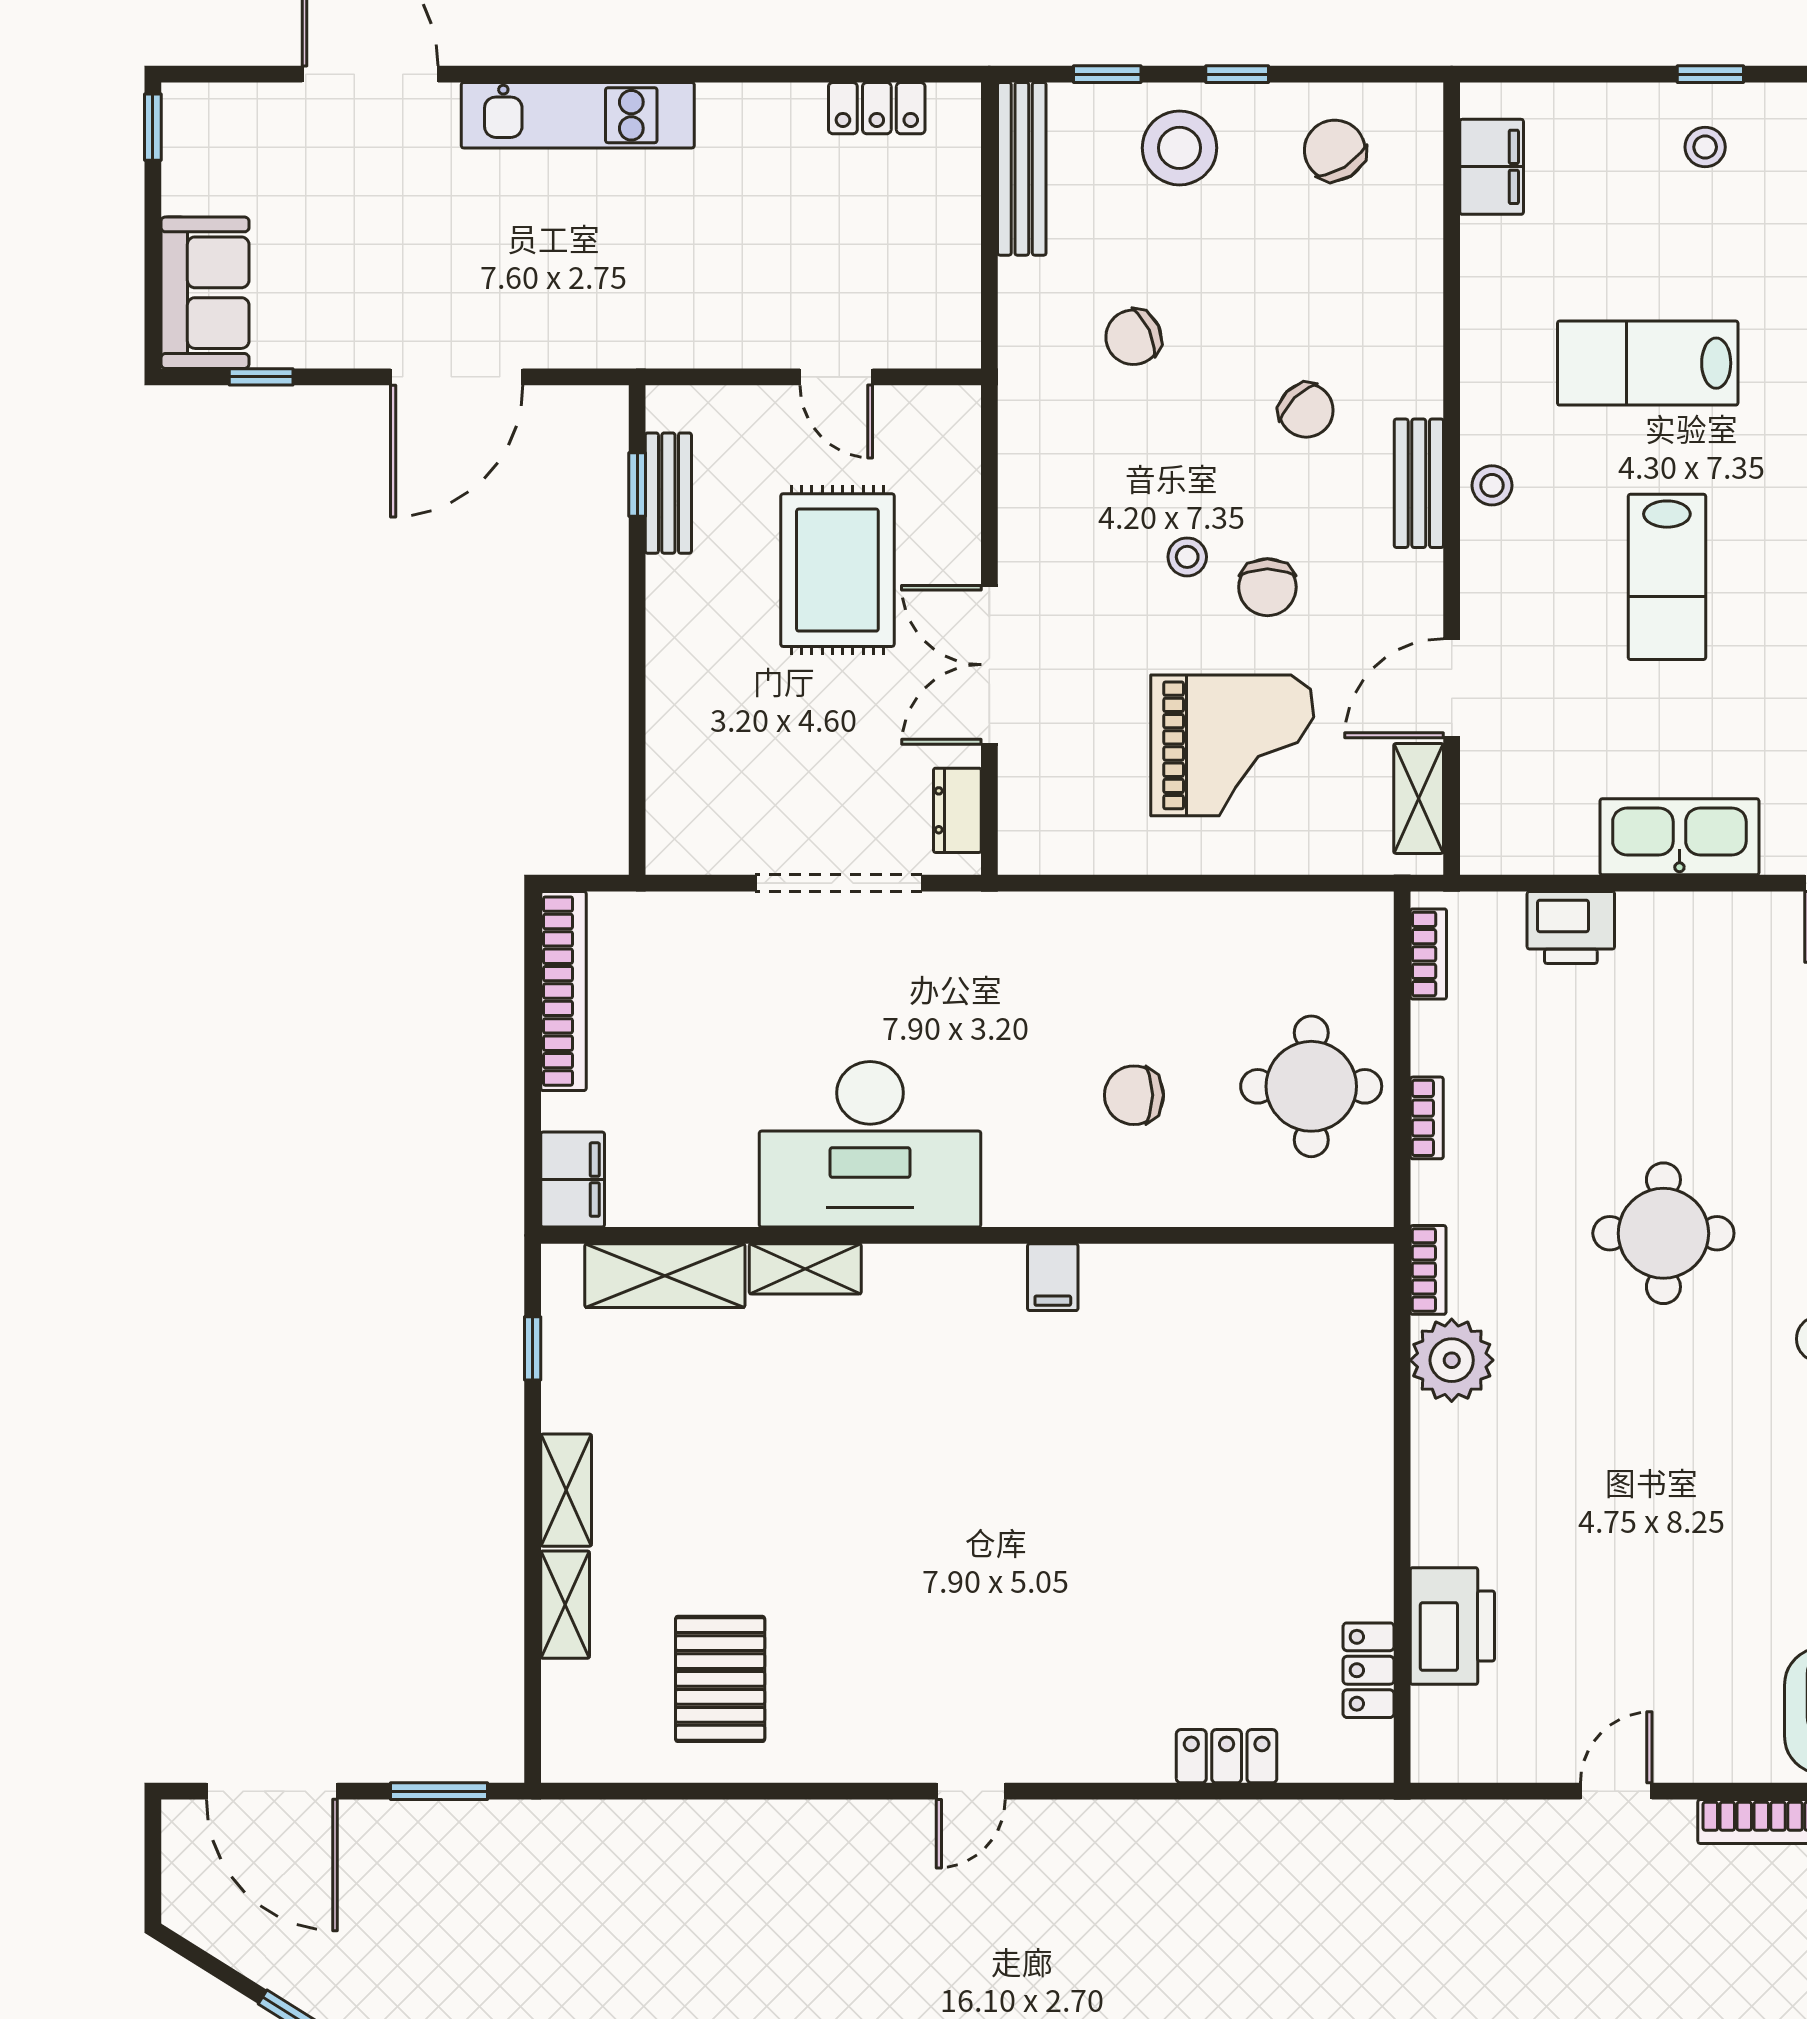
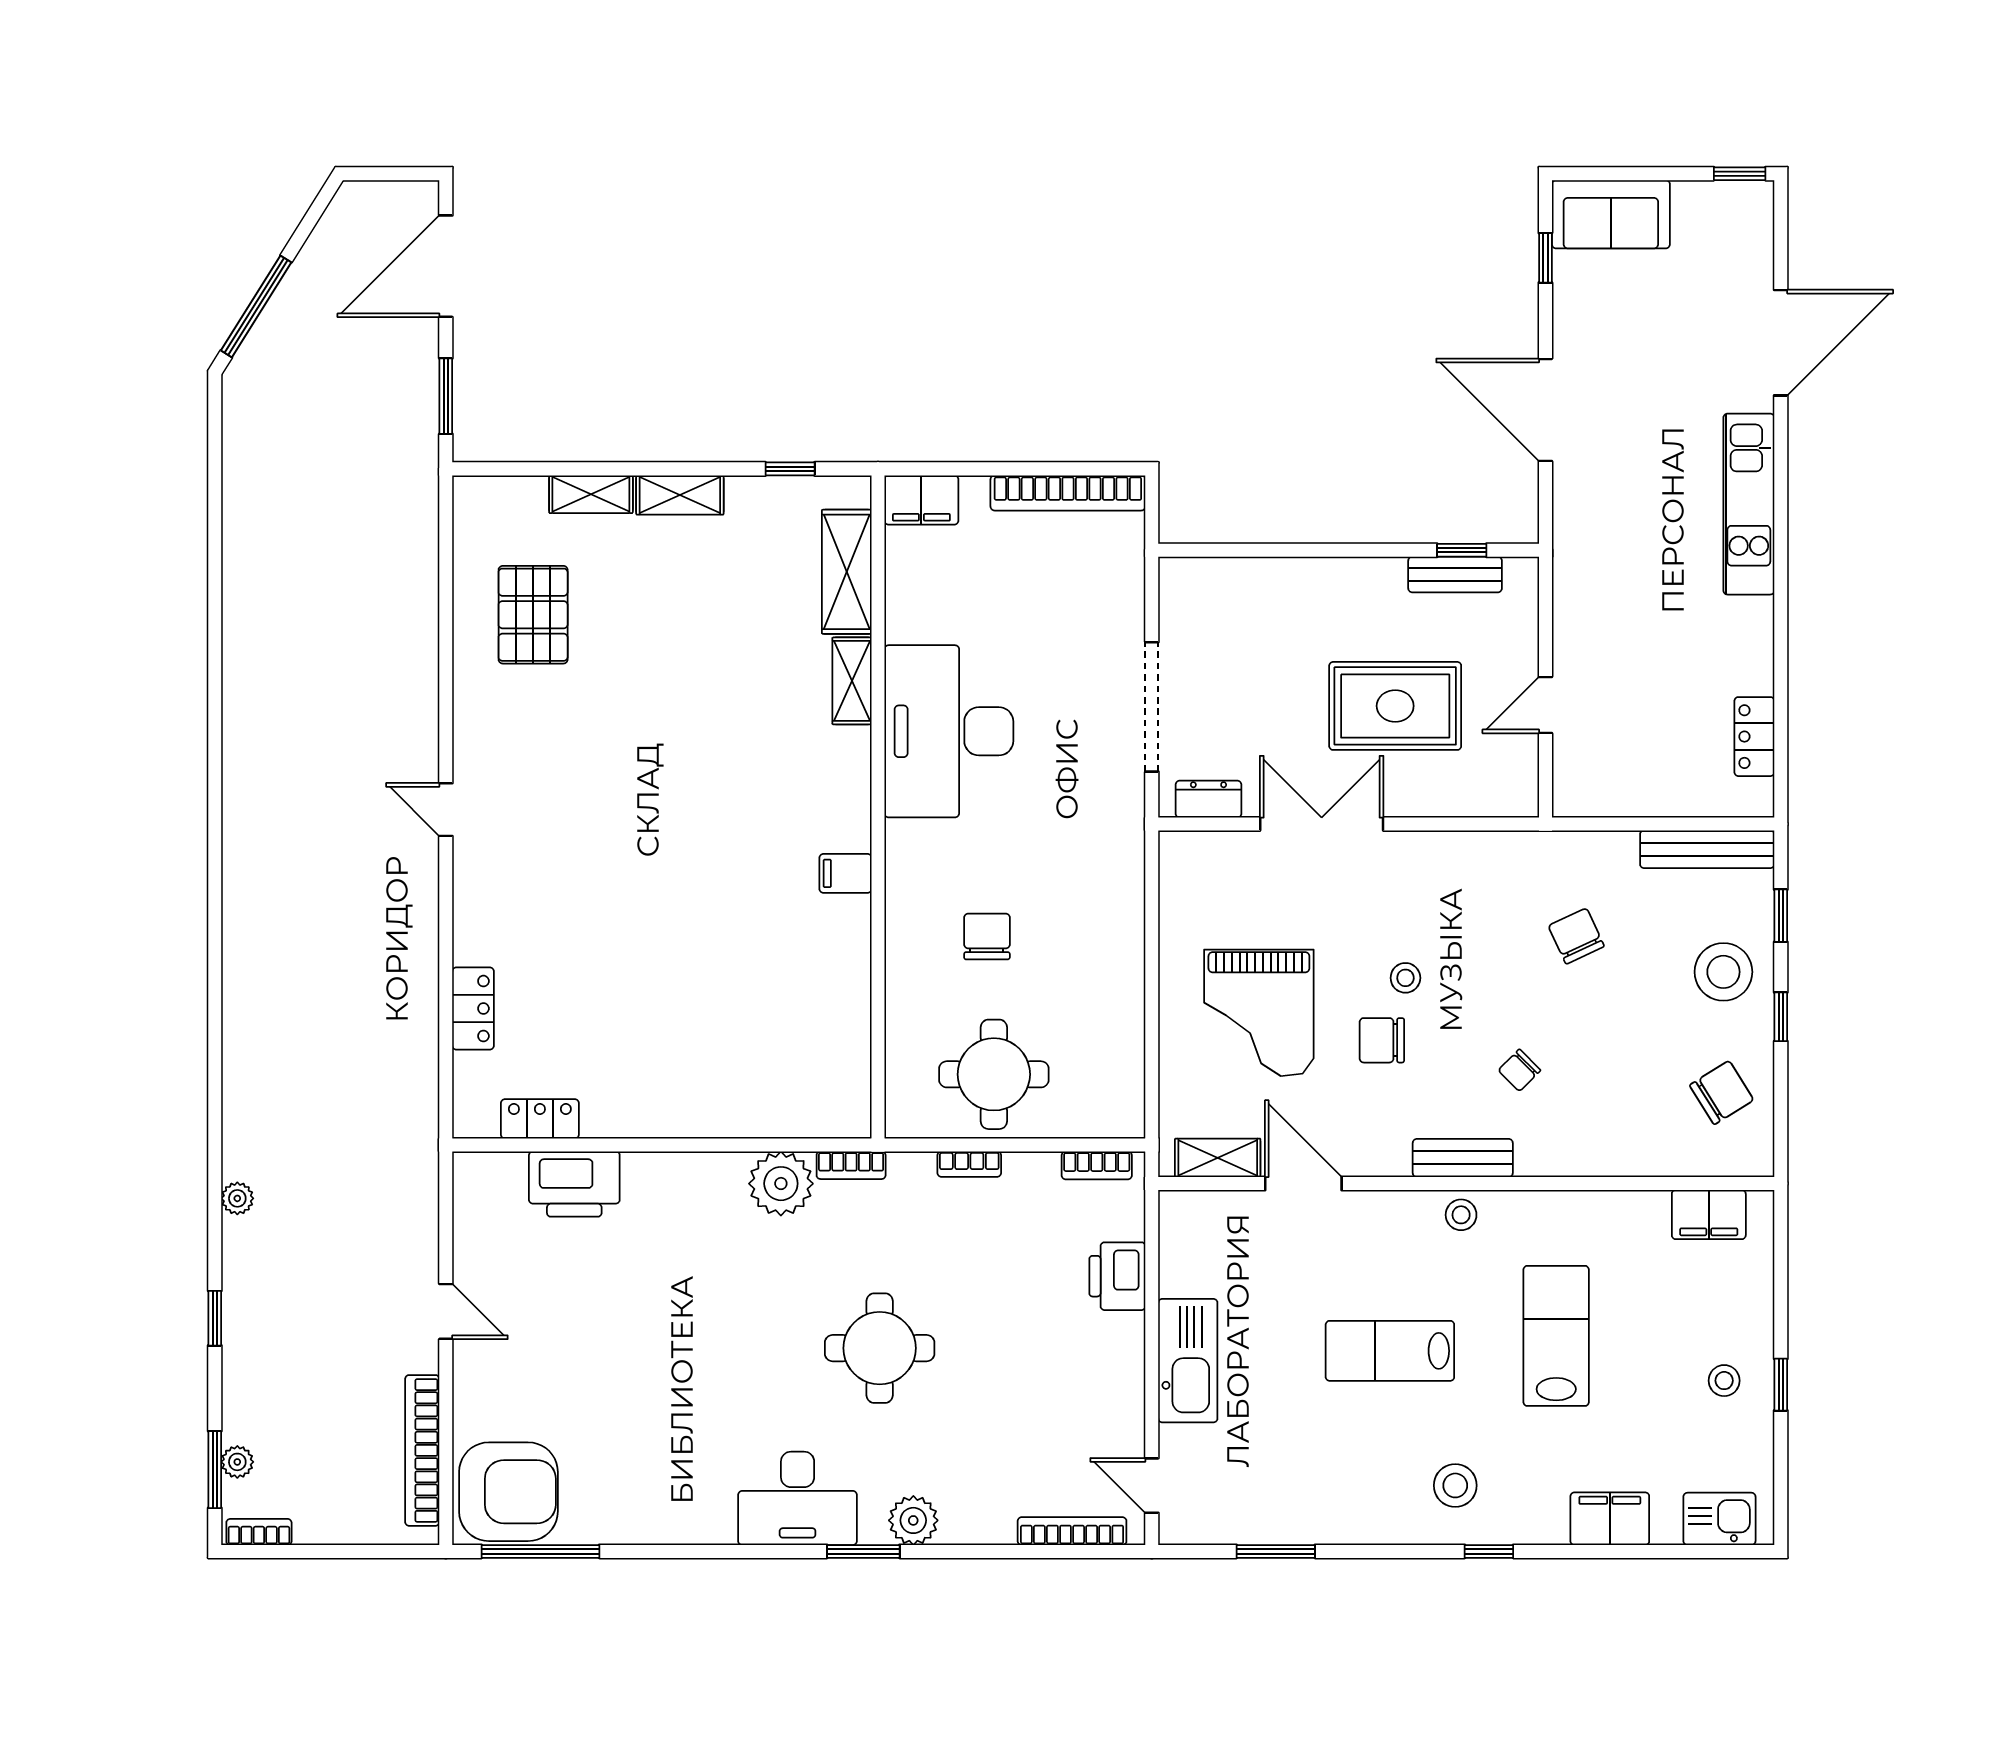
chair: (1306, 410) -> (1519, 1070), width x0.73, depth x0.73
pallet: (720, 1679) -> (533, 615), turned 90

